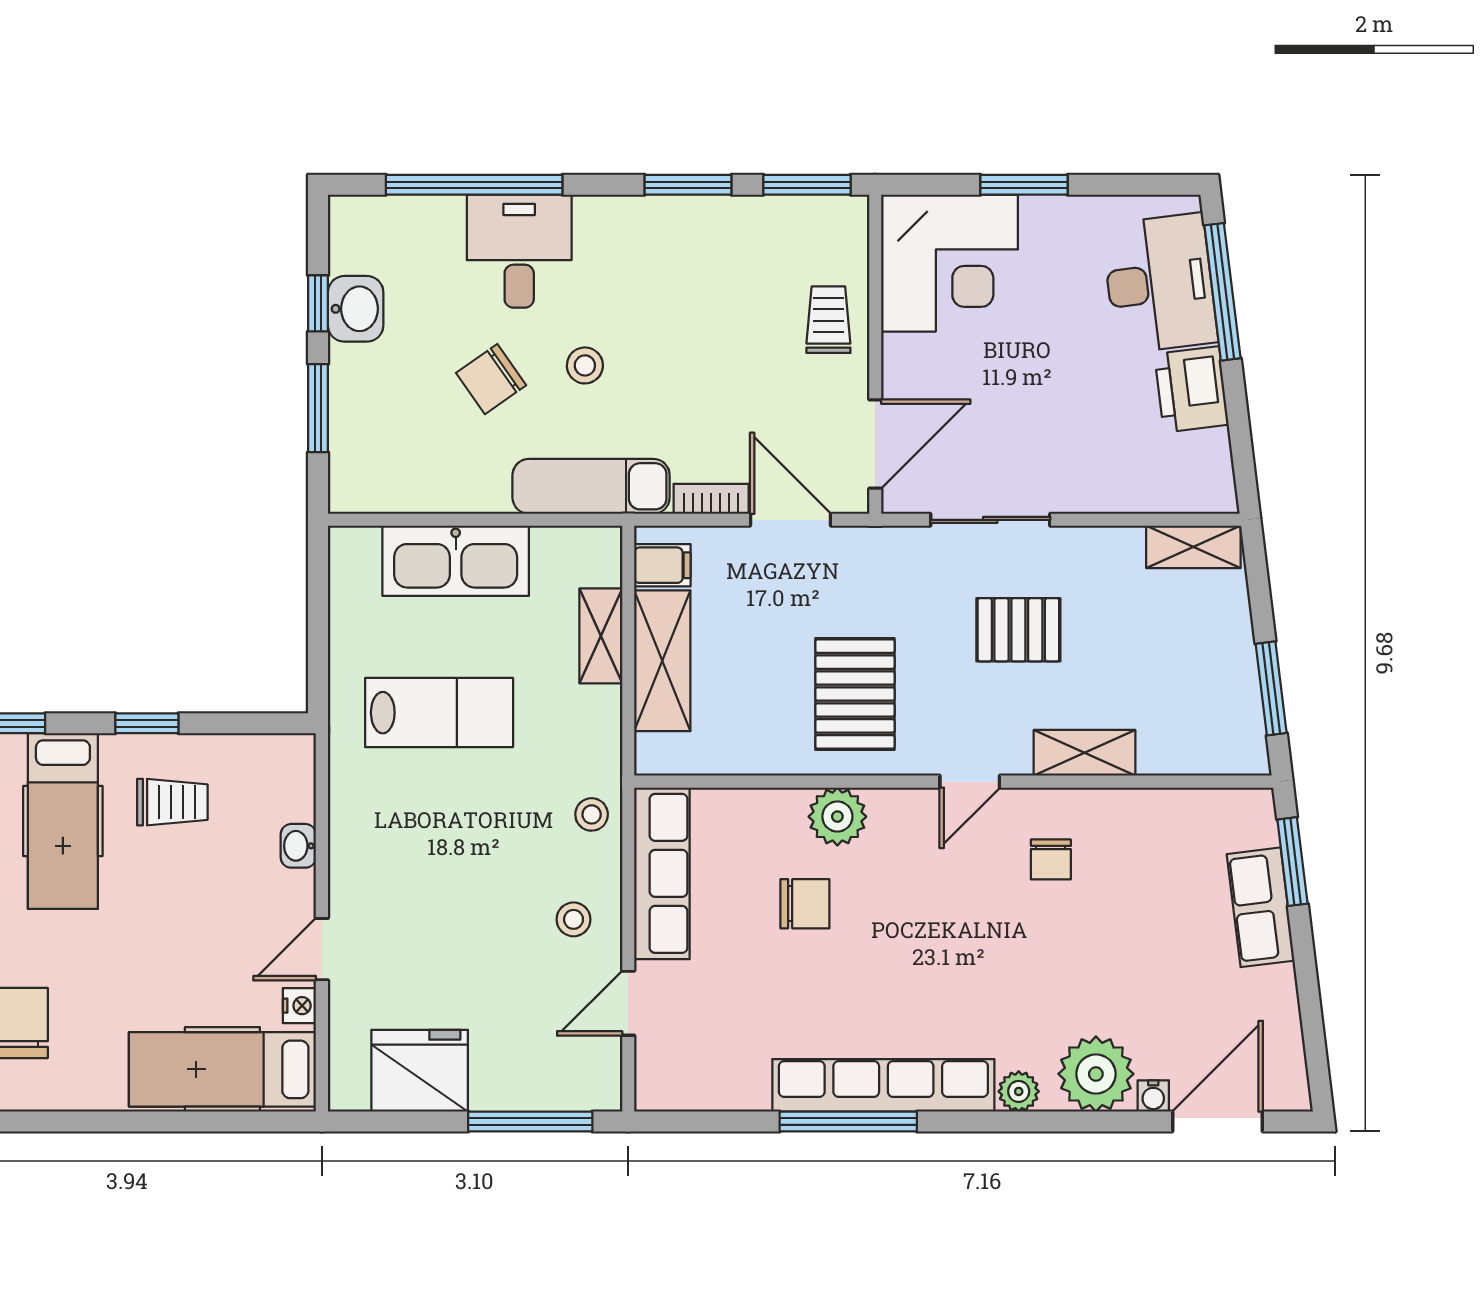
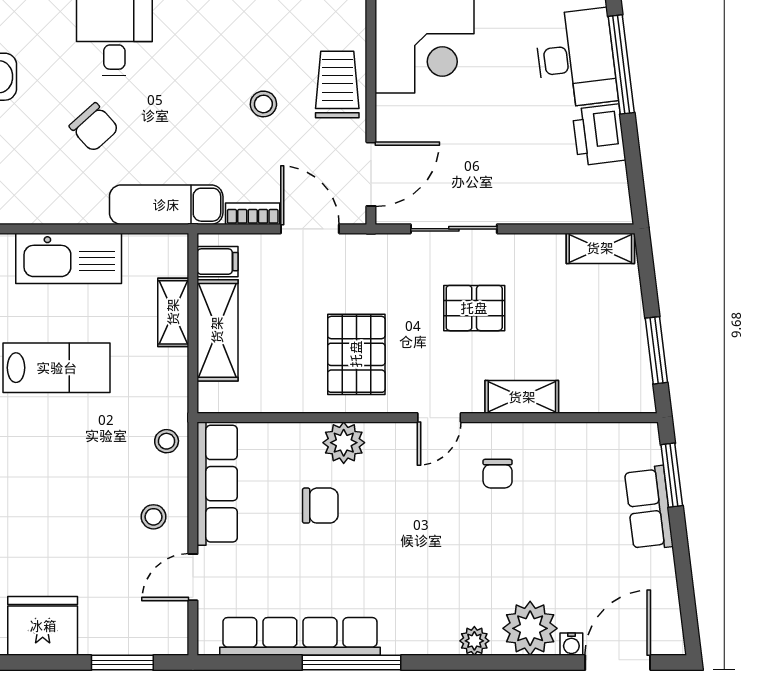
trolley: (828, 320) -> (337, 85), width x1.36, depth x1.39
stool: (585, 365) -> (263, 104), moved
chair: (491, 379) -> (94, 127), turned -97
row of seats: (883, 1085) -> (300, 636), moved
window: (530, 1122) -> (122, 663), width x0.69

